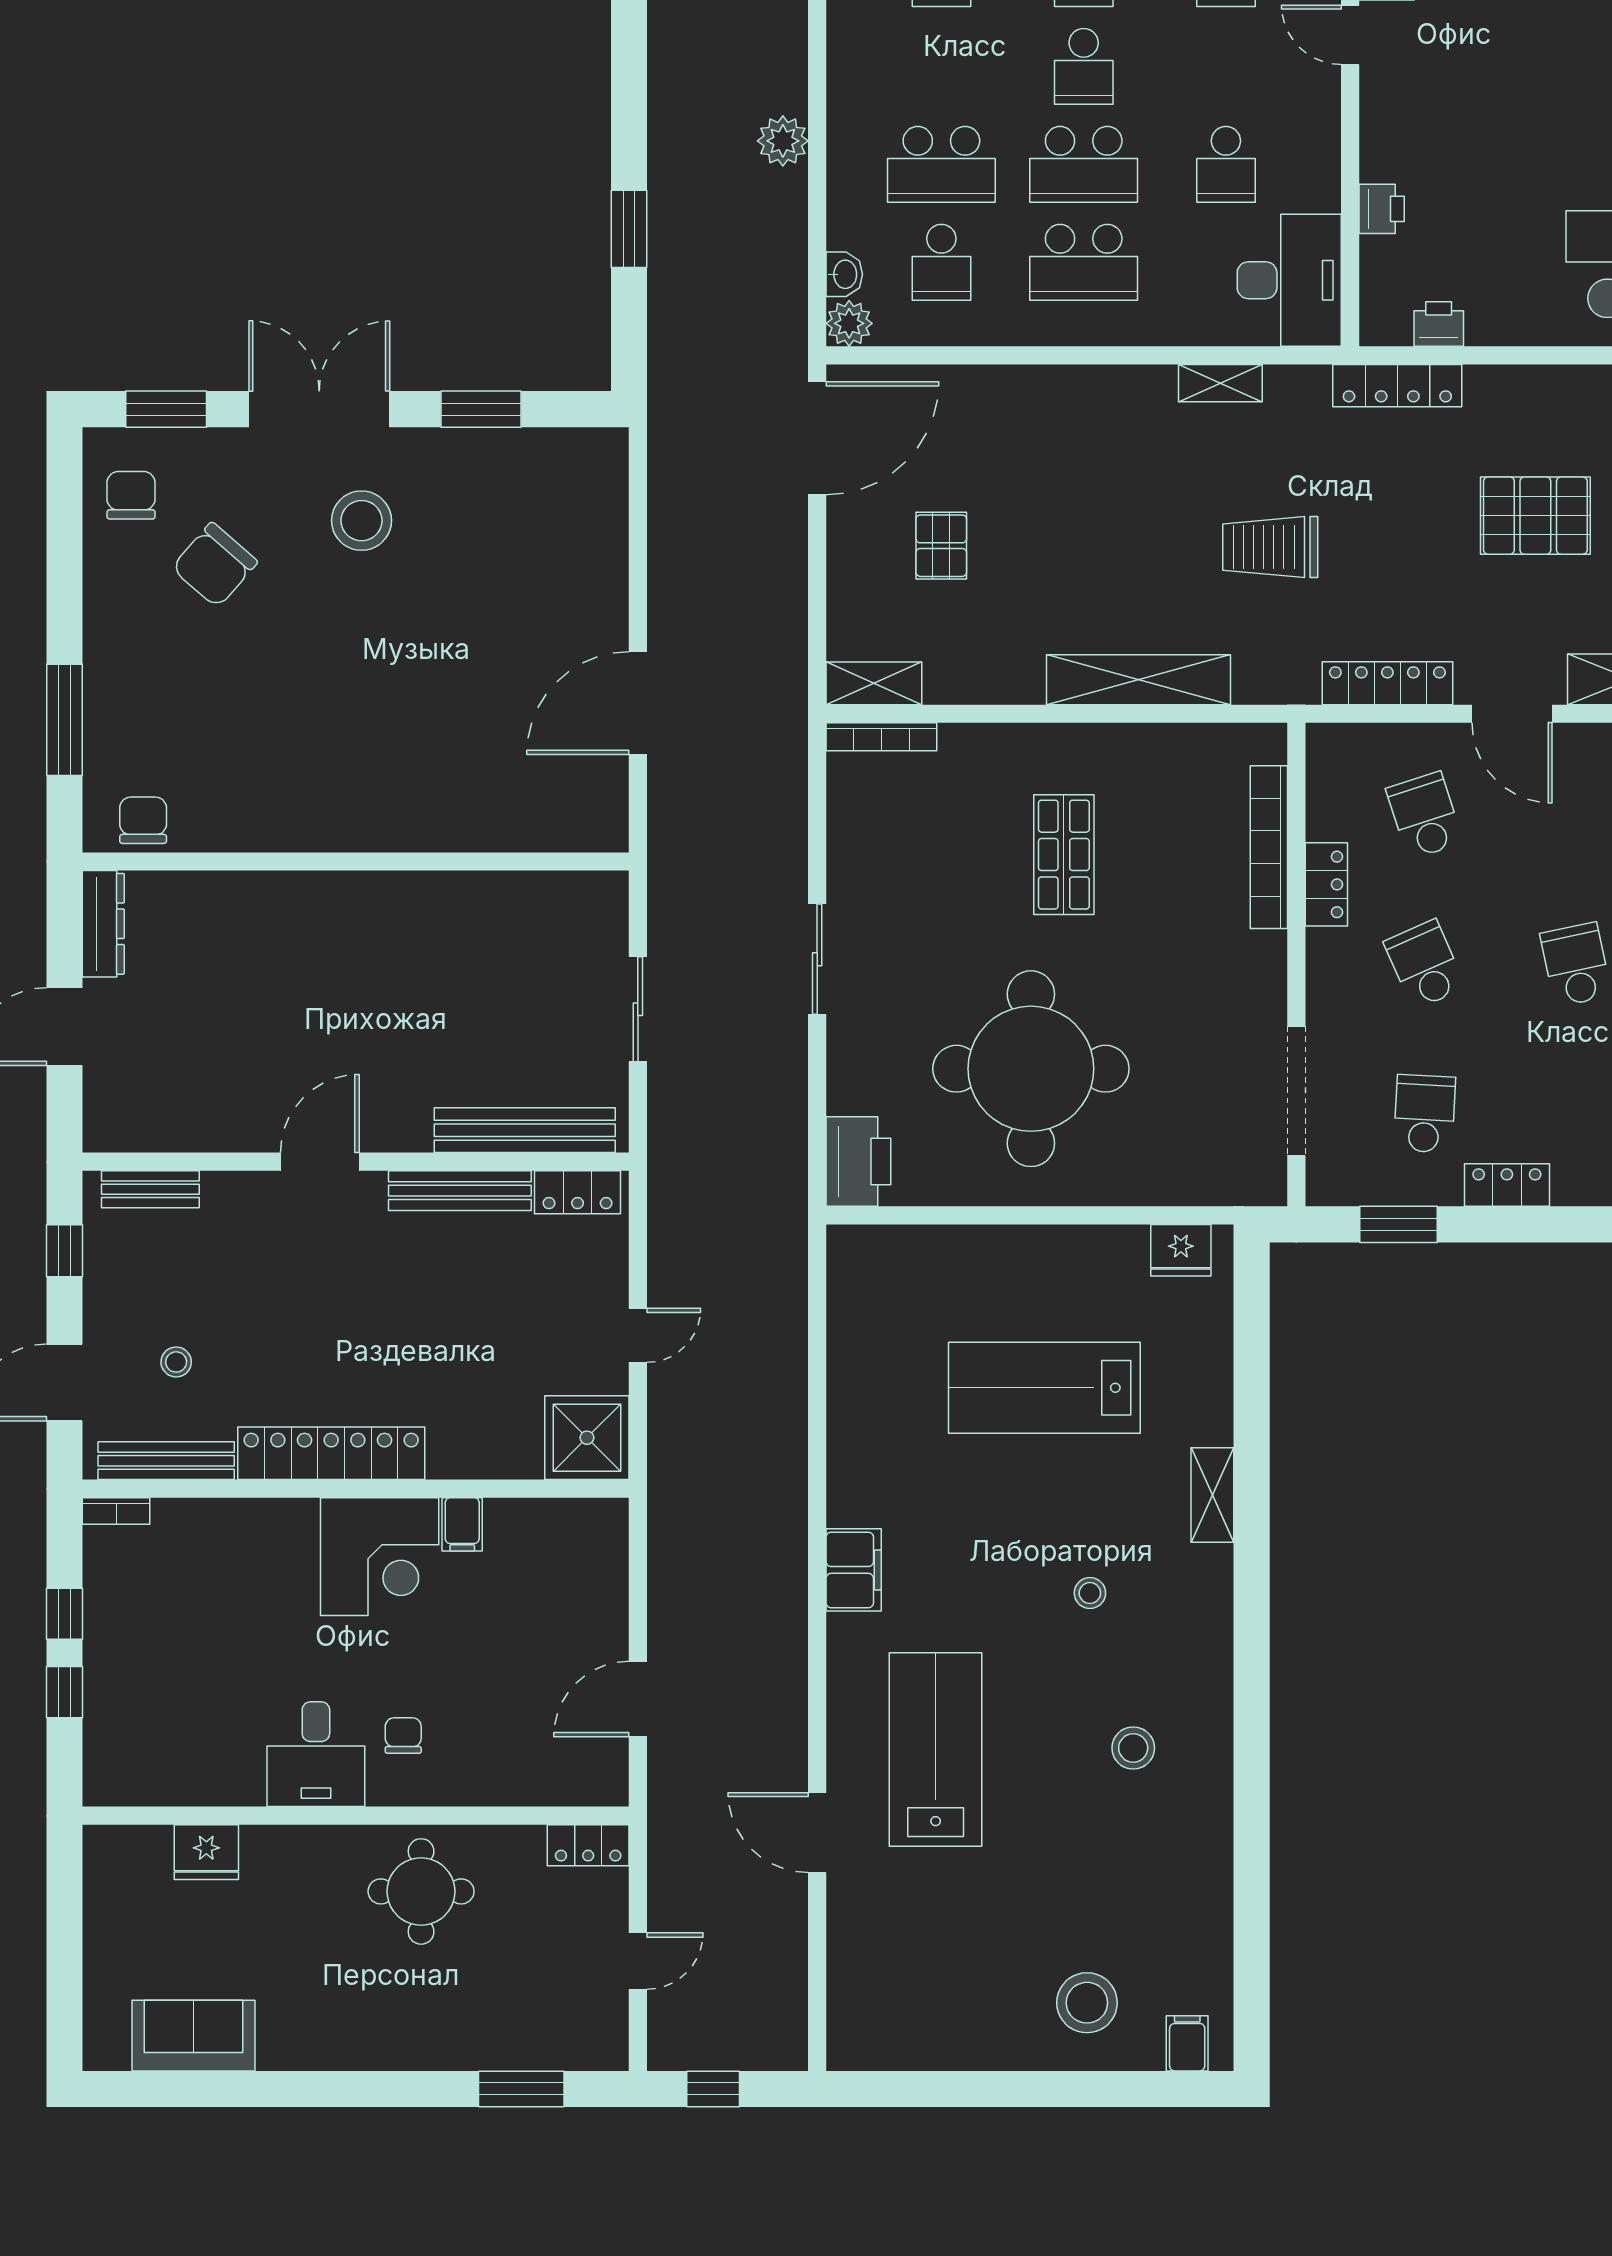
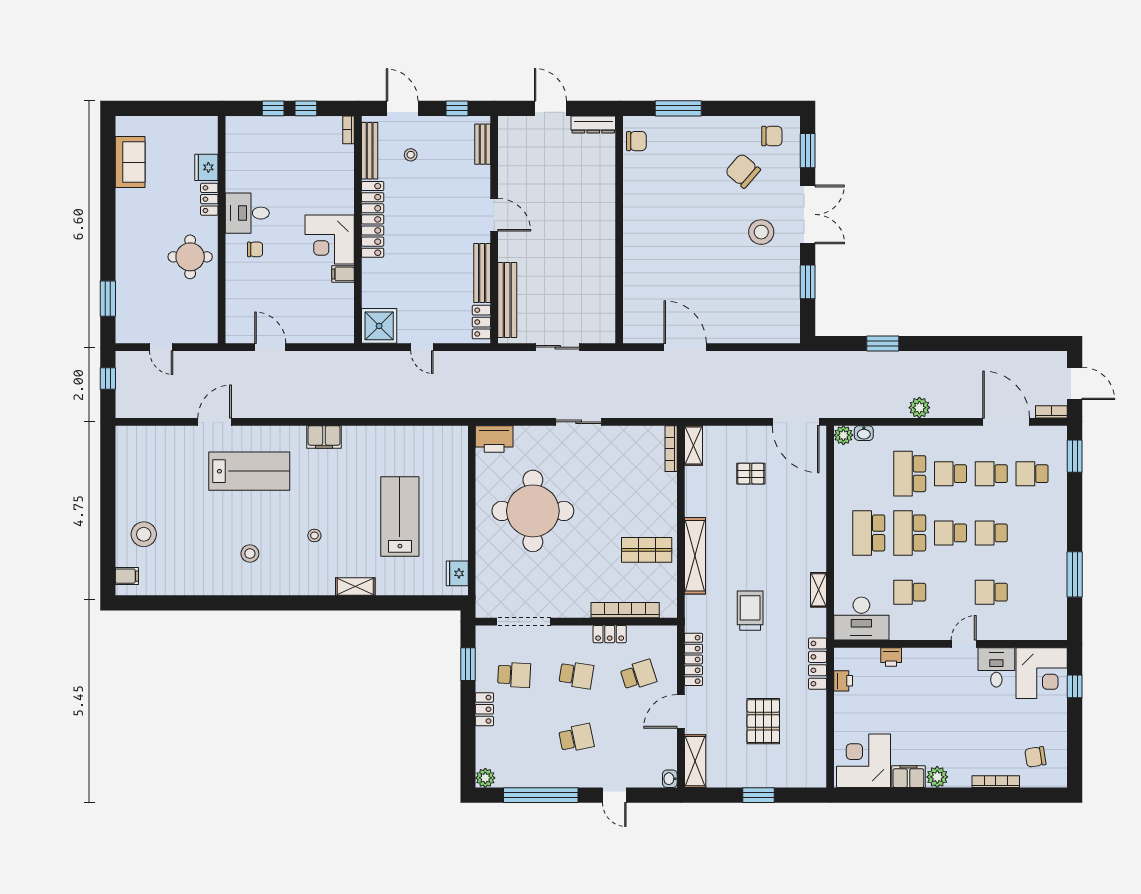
school desk: (941, 262) -> (950, 474), moved
shop shelf: (1064, 855) -> (647, 550), moved
school desk: (1425, 965) -> (576, 675), turned 33
locker: (588, 1845) -> (209, 199), moved

